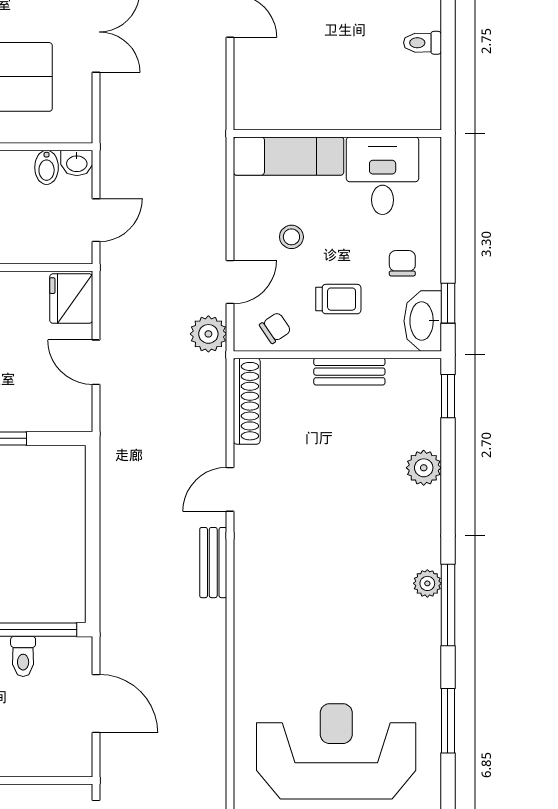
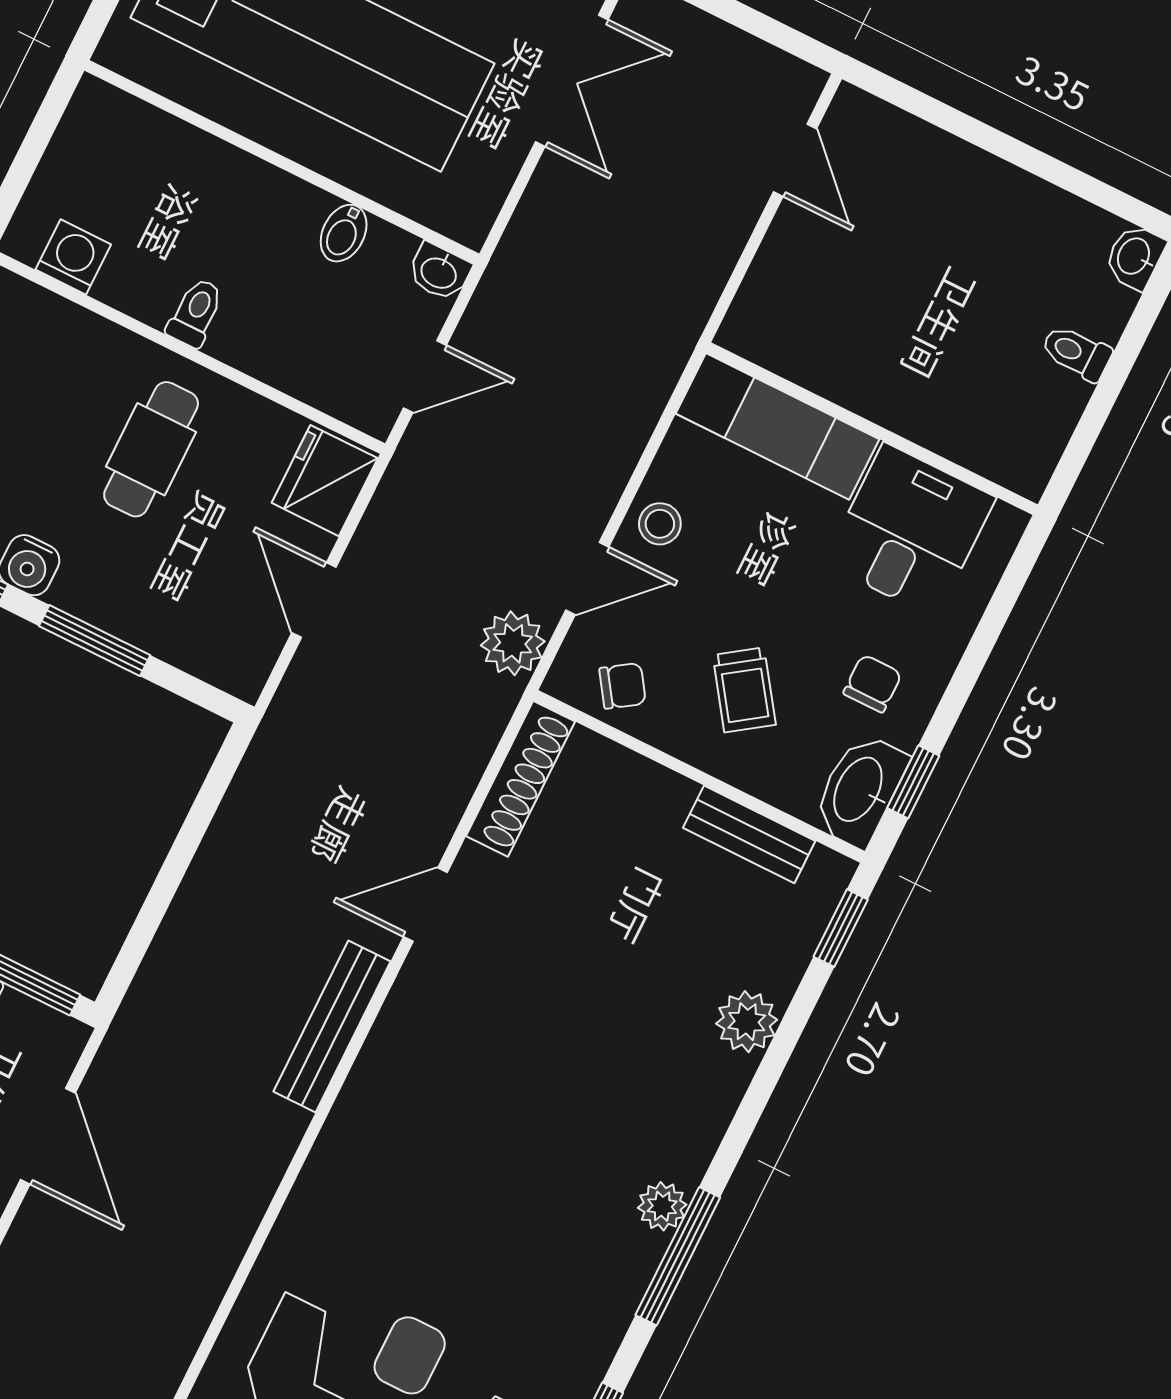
bidet: (47, 167) -> (344, 233), moved
stool: (291, 237) -> (660, 524), moved
trolley: (338, 299) -> (744, 690), turned 55
bench: (349, 372) -> (749, 834), moved
bench: (213, 563) -> (332, 1026), width x1.36

